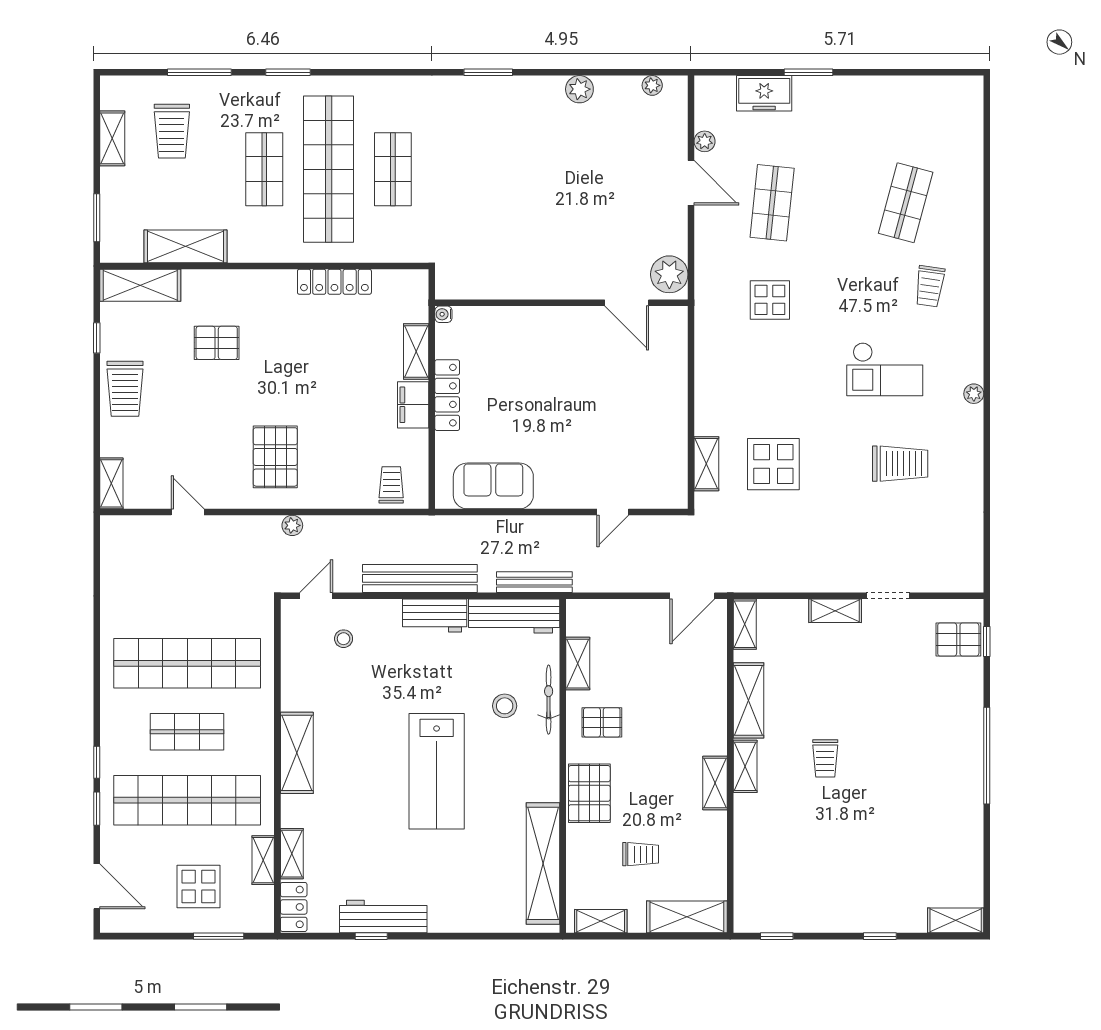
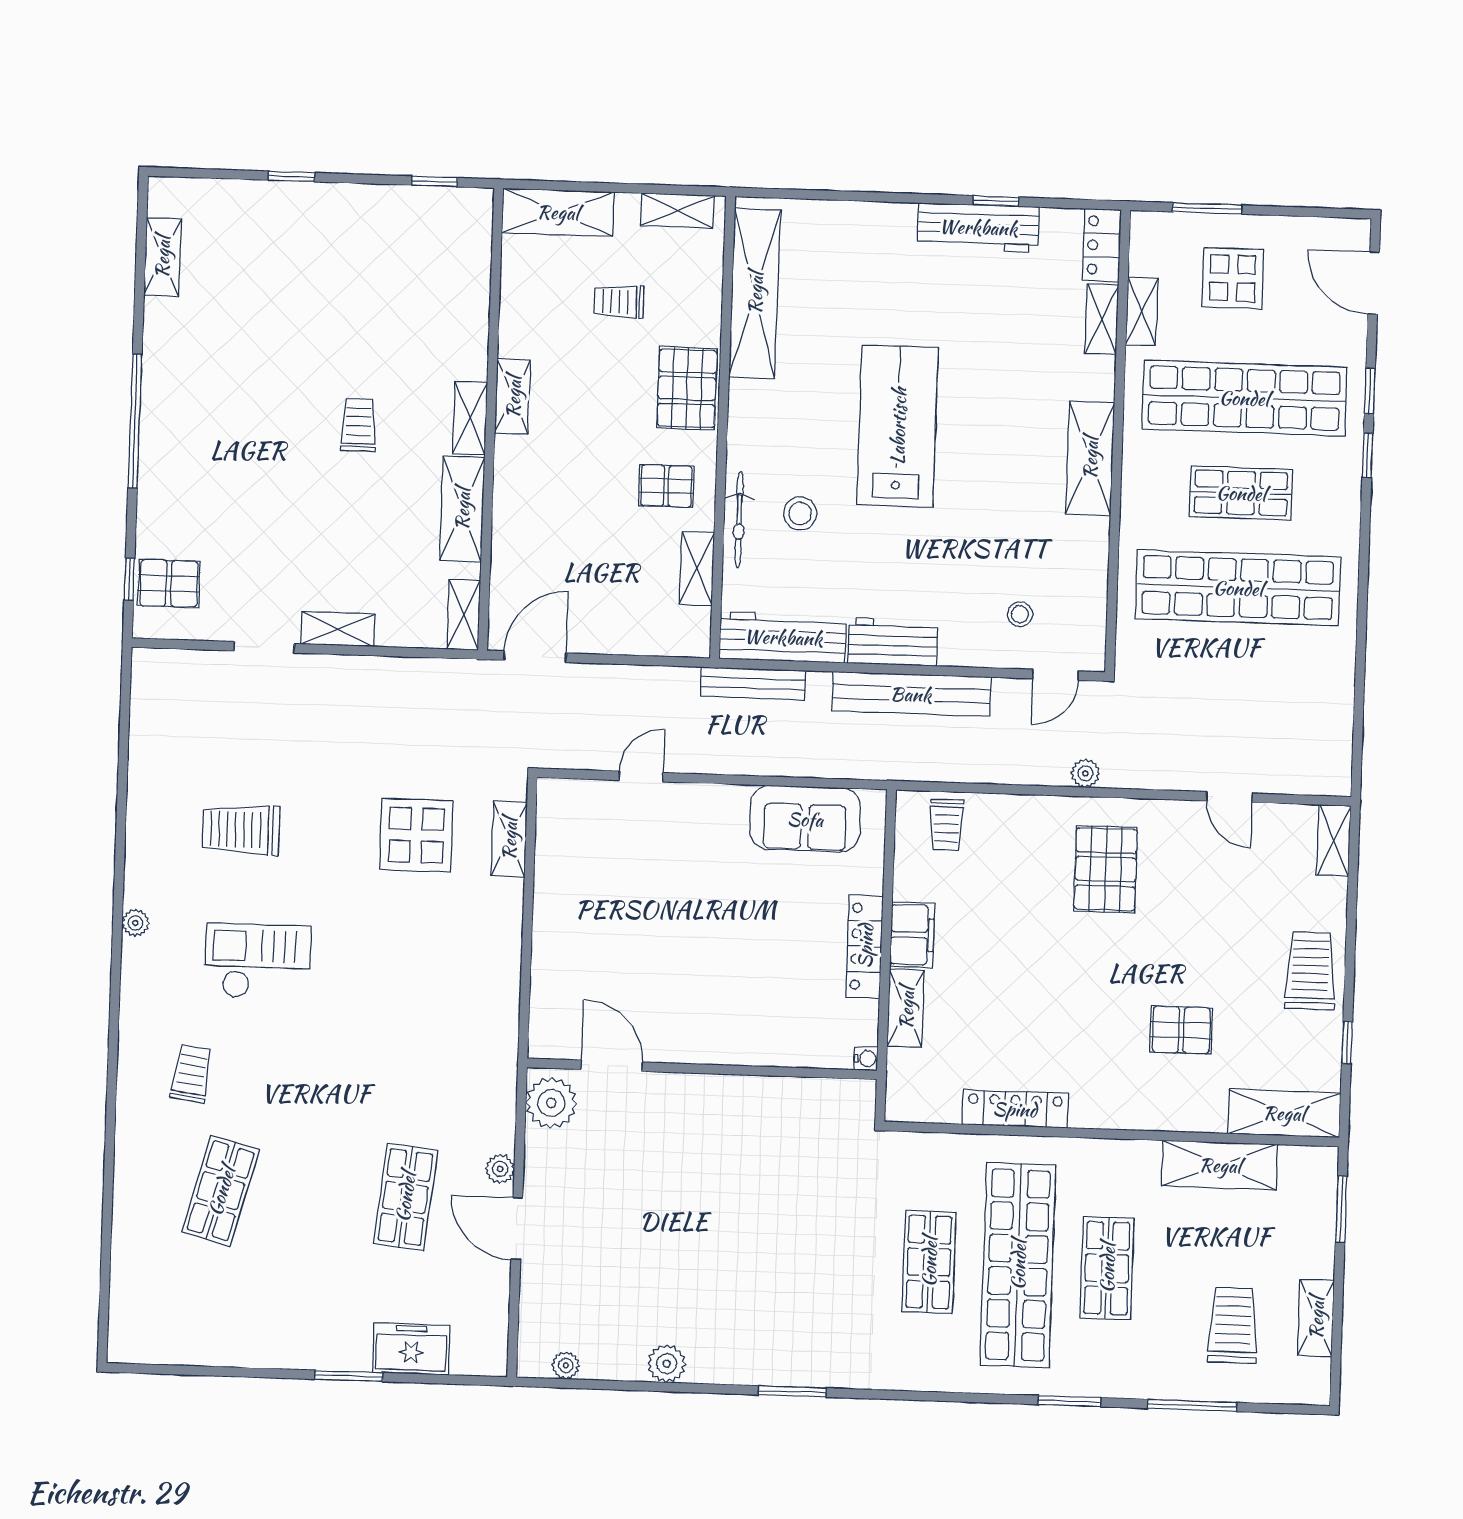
plant: (705, 141) -> (500, 1169), moved
display table: (770, 300) -> (413, 1063), removed
shelving: (956, 920) -> (162, 257), moved, turned 90

